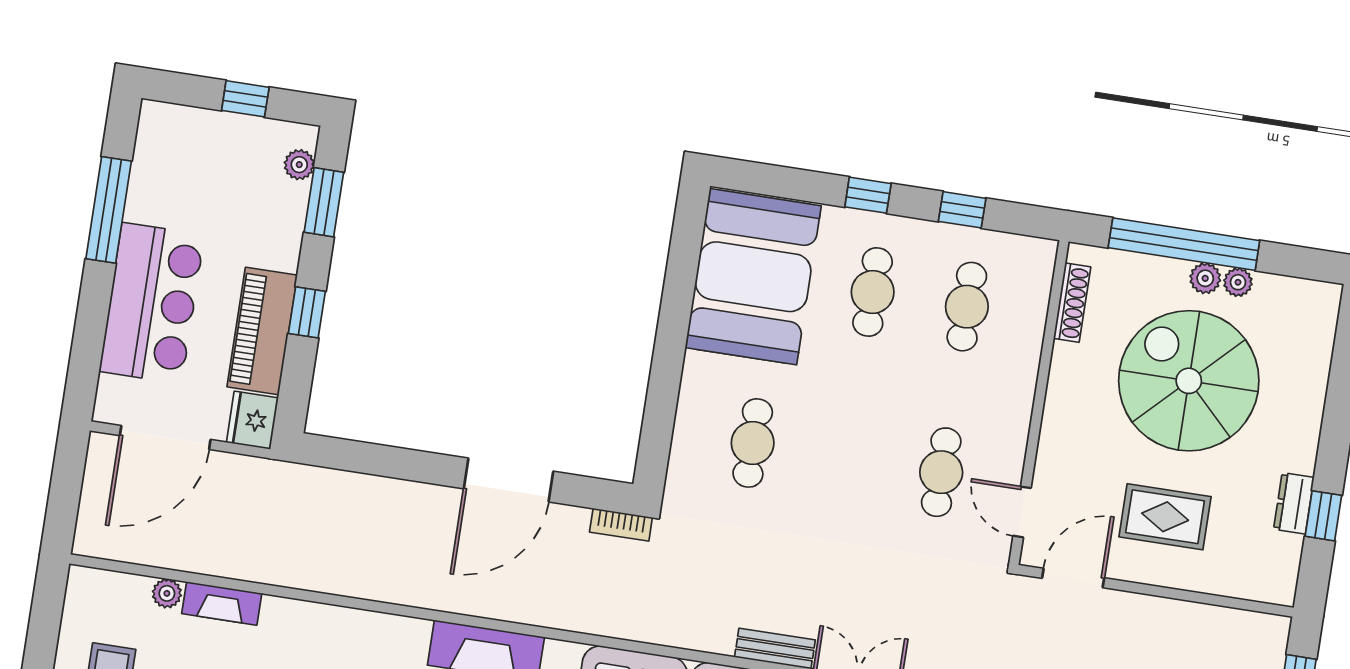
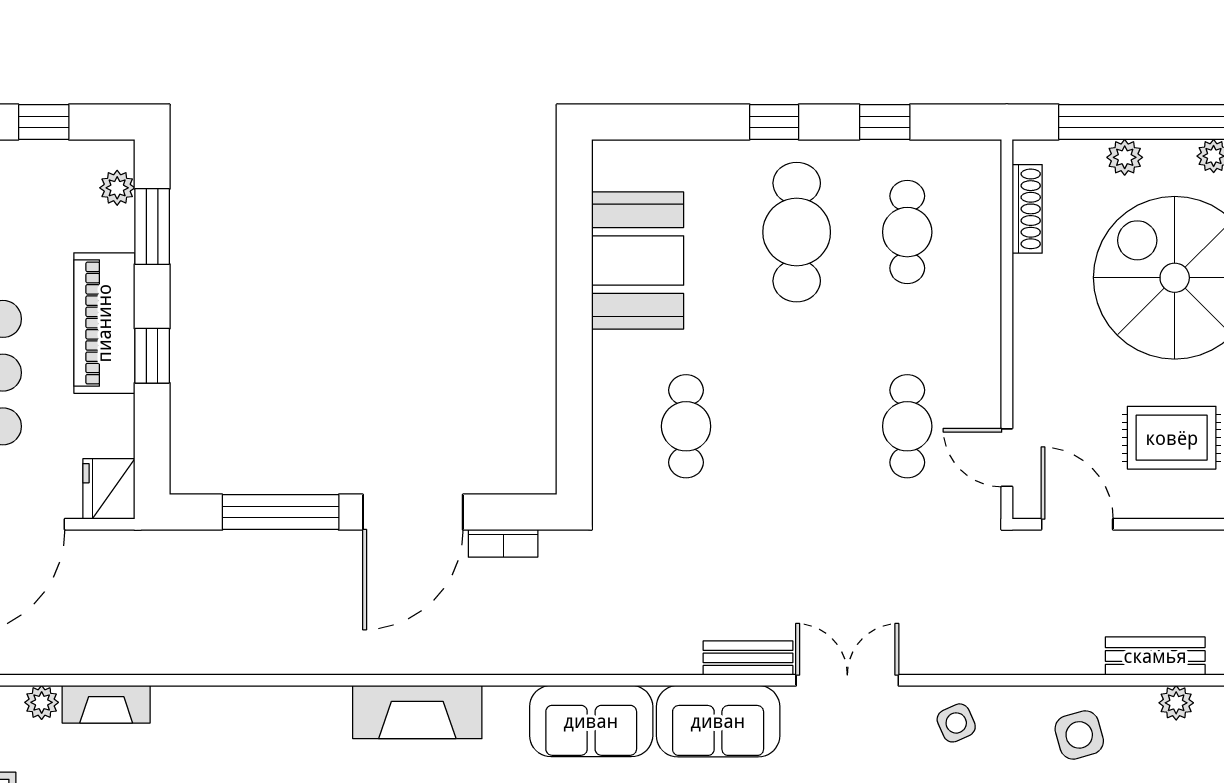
booth: (753, 277) -> (638, 260), width x0.73, depth x0.70
plant: (1205, 278) -> (1125, 157), moved
cafe table: (873, 292) -> (797, 232), width x1.37, depth x1.35
piano: (262, 331) -> (104, 323), moved
window: (396, 463) -> (281, 512), added
bookcase: (621, 525) -> (503, 543), moved
door: (1073, 578) -> (1077, 524), hinge flipped

